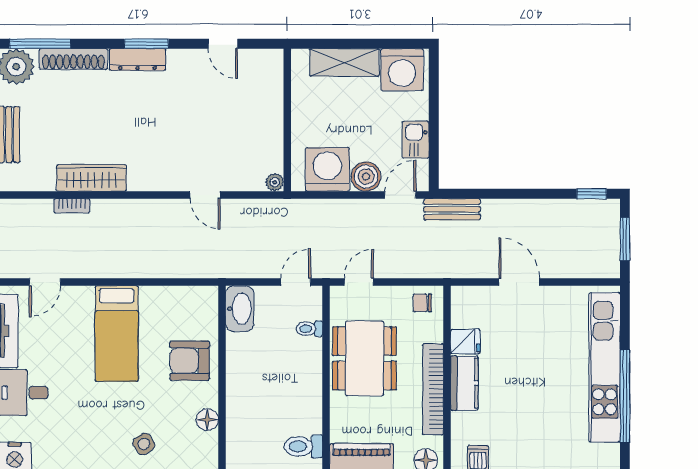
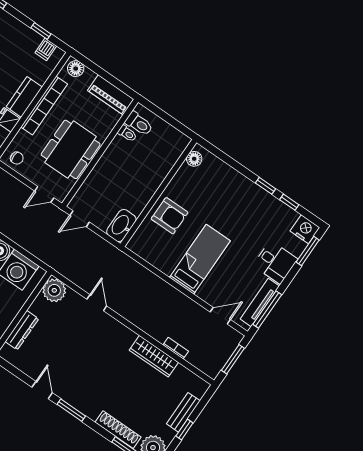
door: (223, 44) -> (42, 390), moved
dresser: (137, 60) -> (22, 330), moved, turned 90
plant: (275, 182) -> (54, 290), width x1.88, depth x1.88
toilet: (309, 329) -> (127, 133), moved
floor lamp: (207, 420) -> (194, 159), moved
side table: (144, 444) -> (227, 187), removed

